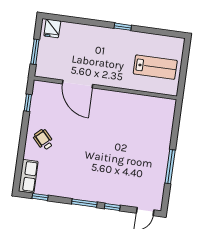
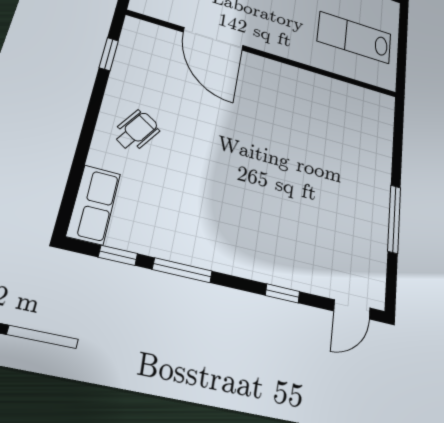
lab bench: (155, 67) -> (354, 38), turned 180
wheelchair: (43, 140) -> (136, 131), turned 76
window: (84, 203) -> (182, 270), moved

